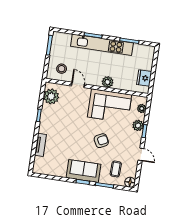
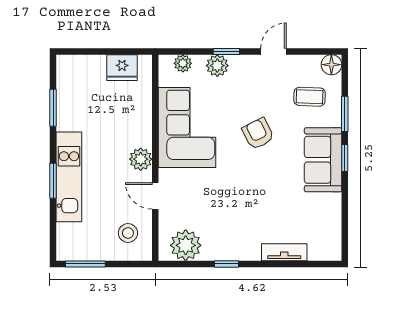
kitchen unit: (102, 45) -> (69, 177), width x0.73
plant: (108, 82) -> (141, 159), moved
door: (78, 85) -> (155, 196), hinge flipped

